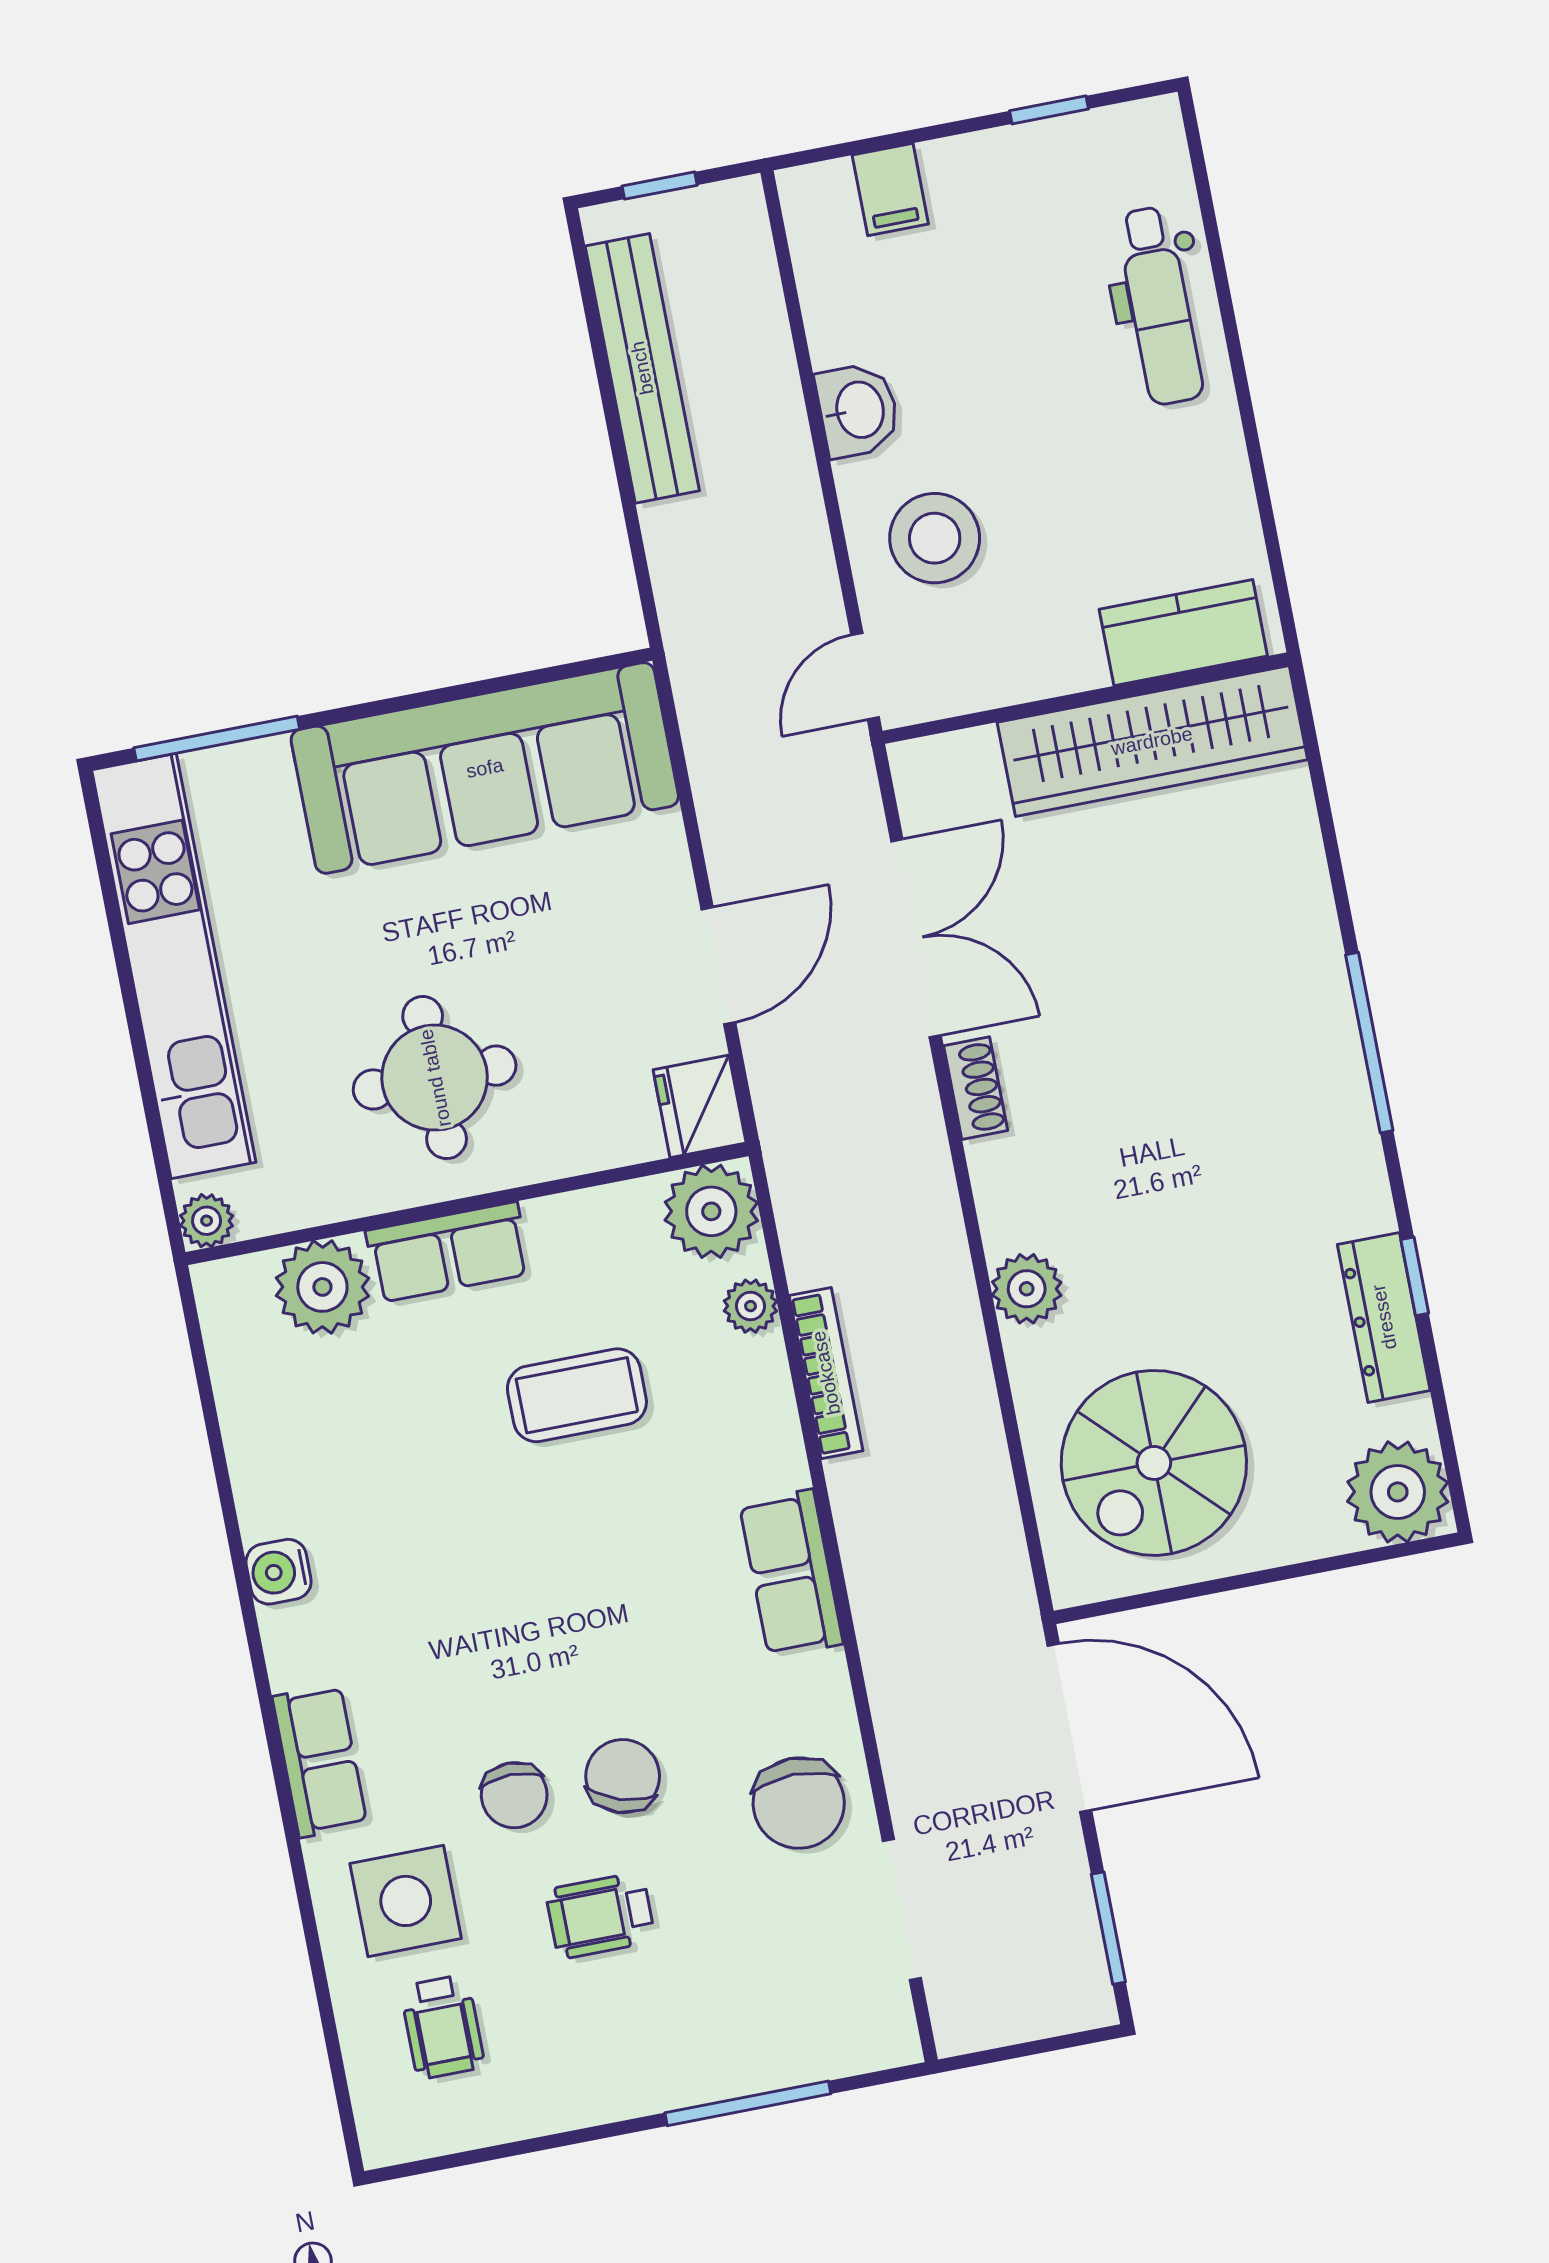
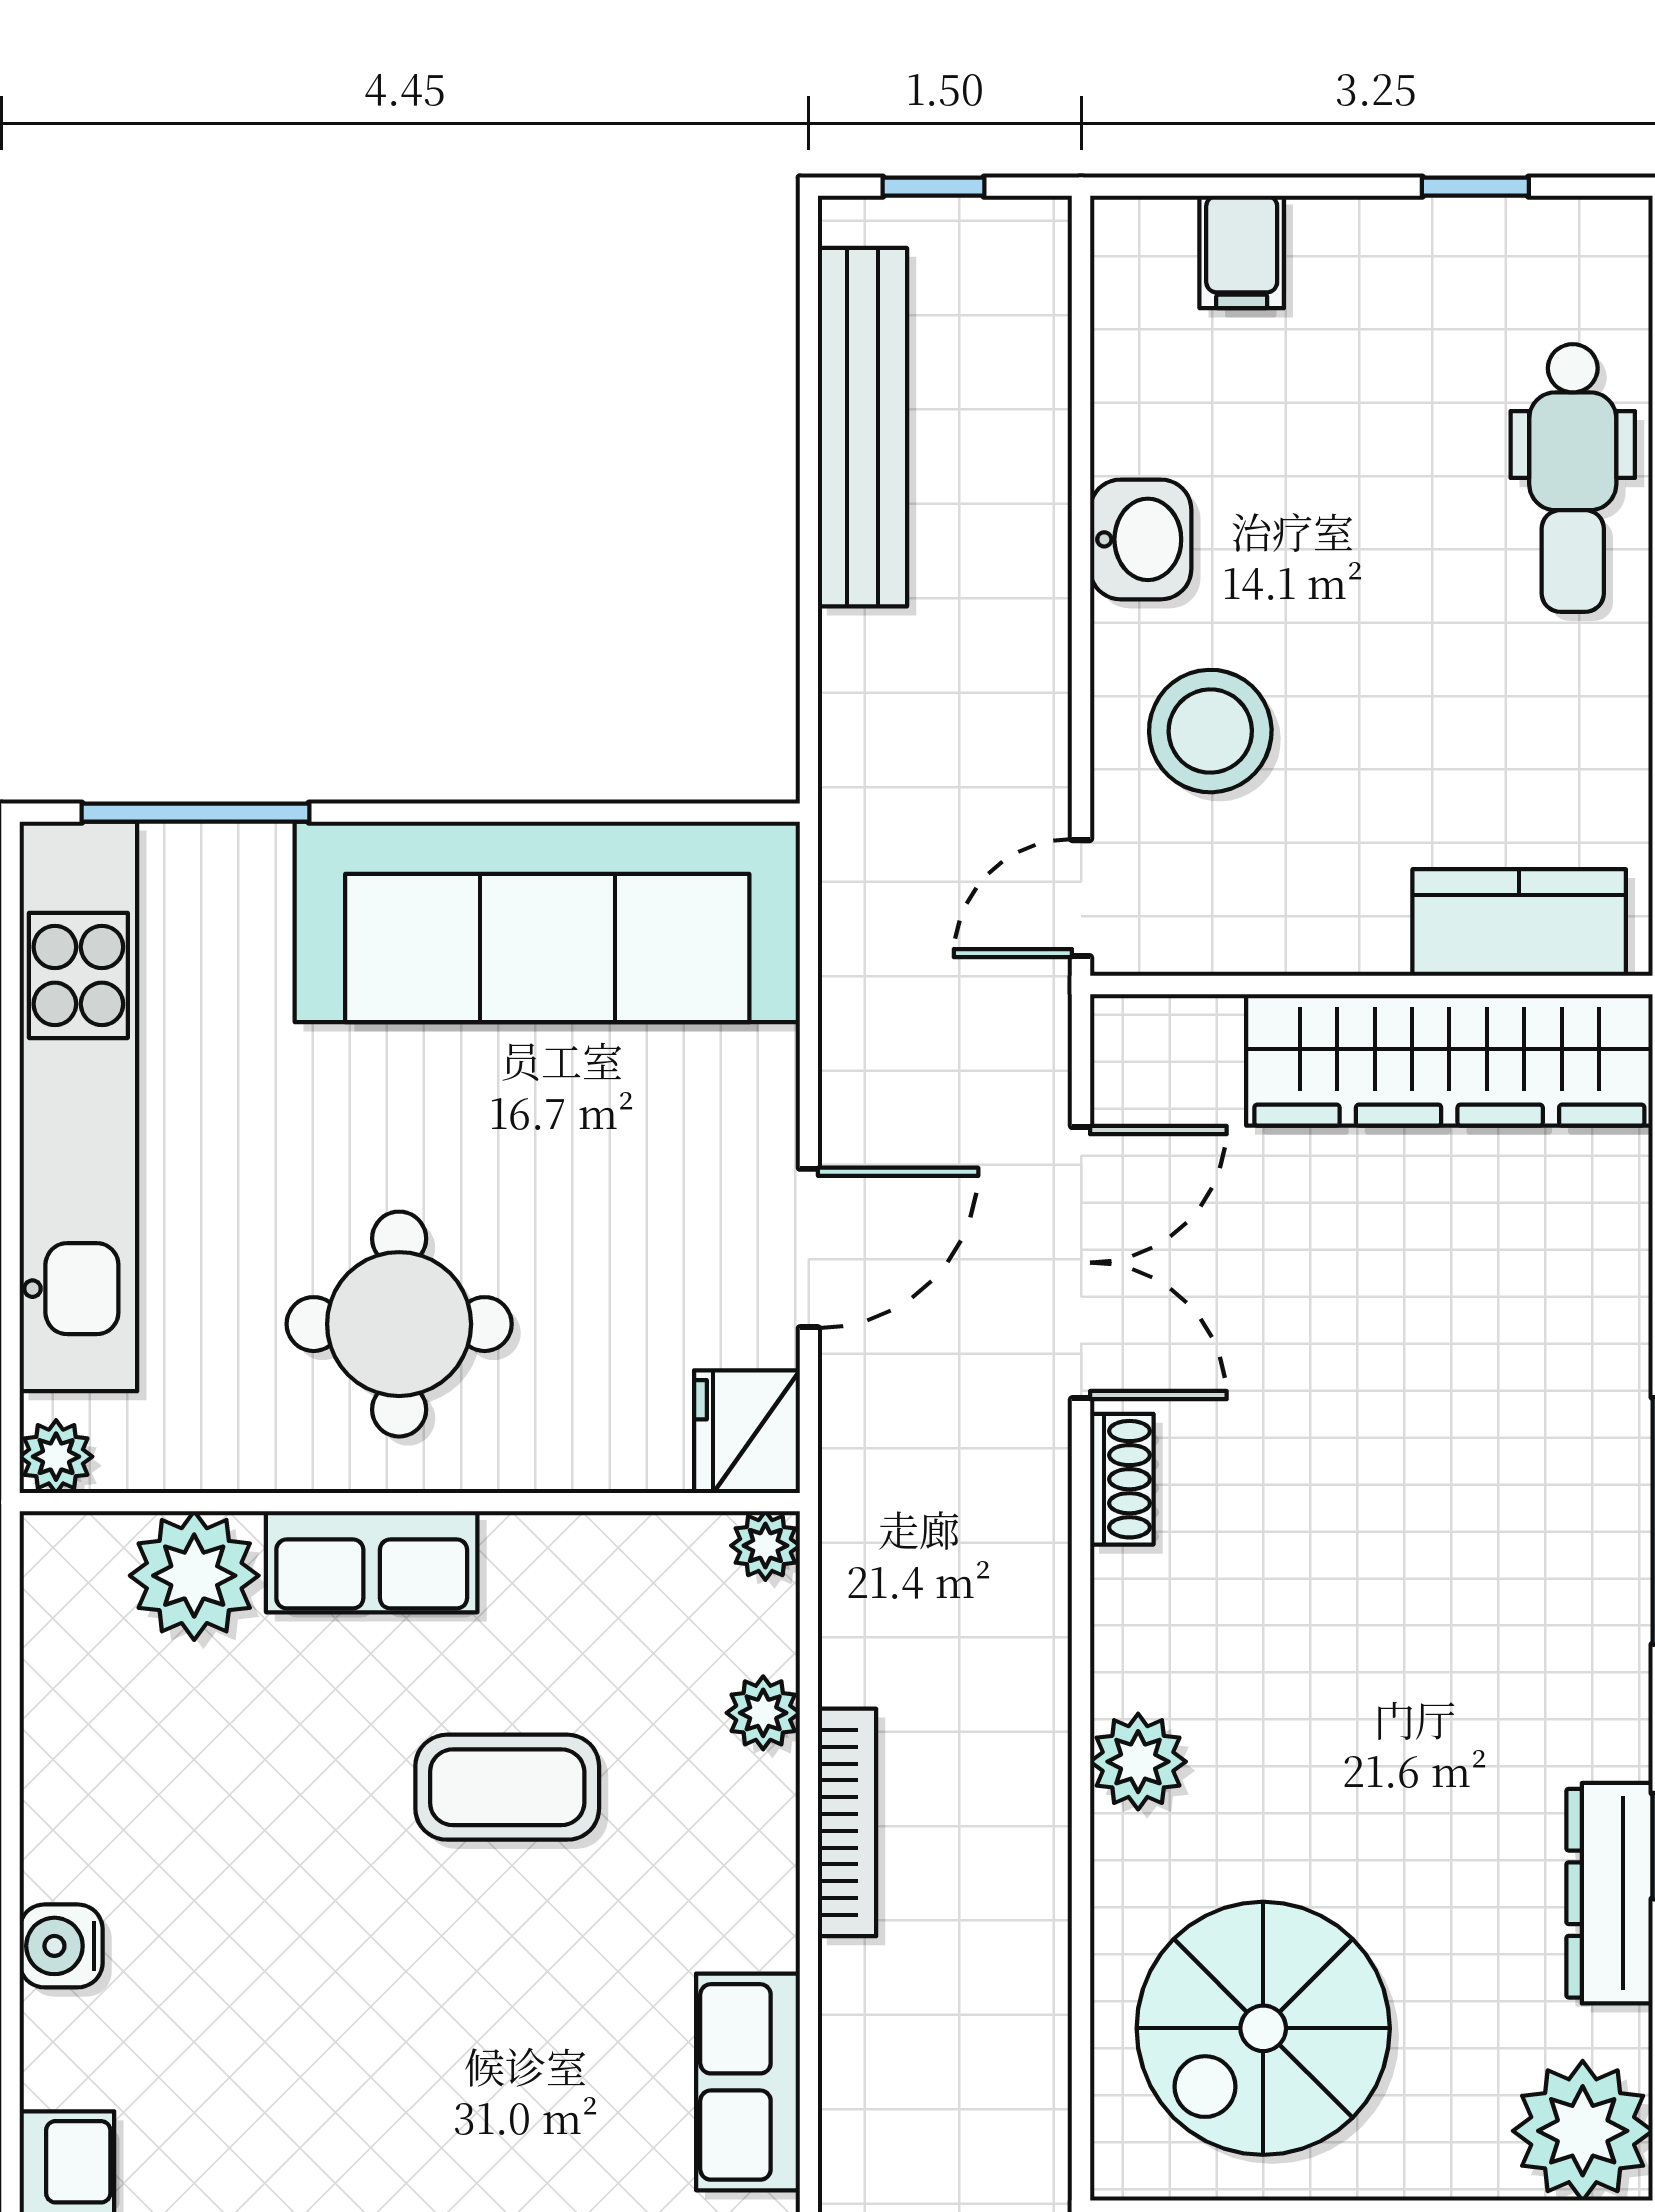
plant: (711, 1211) -> (765, 1546), width x0.53, depth x0.53

